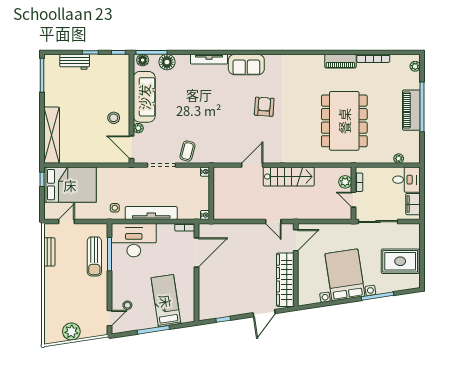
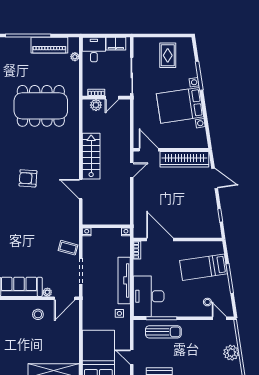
piano: (411, 110) -> (49, 45), moved
rug: (400, 261) -> (168, 55), width x0.73, depth x0.70

